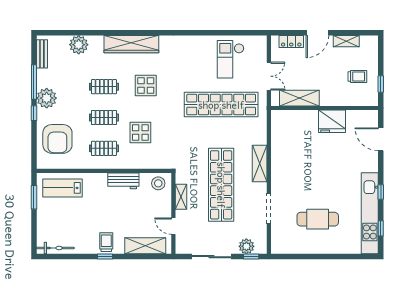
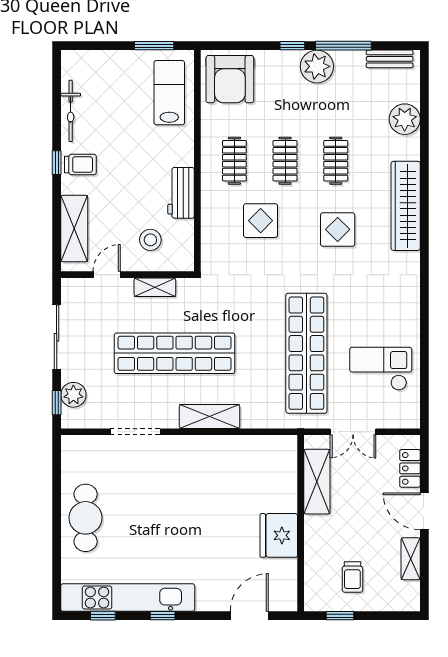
armchair: (57, 139) -> (230, 79), moved, turned -90
stool: (158, 183) -> (150, 240), moved
cafe table: (318, 219) -> (86, 518), moved
bicycle: (55, 248) -> (71, 111), moved

